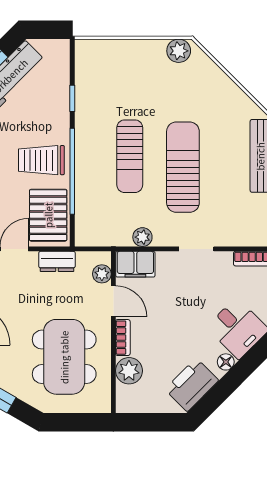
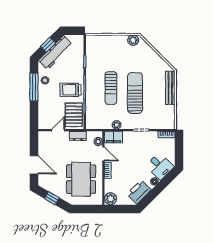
plant: (129, 371) -> (111, 199), moved

